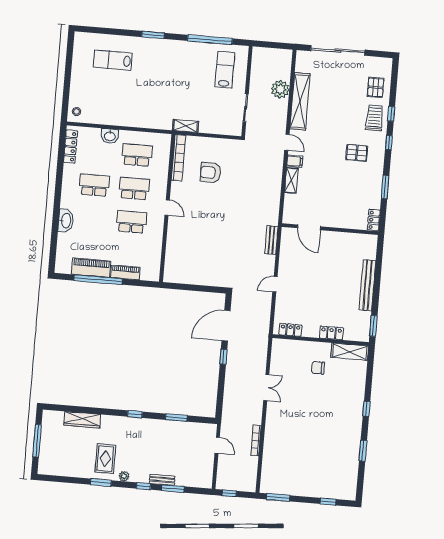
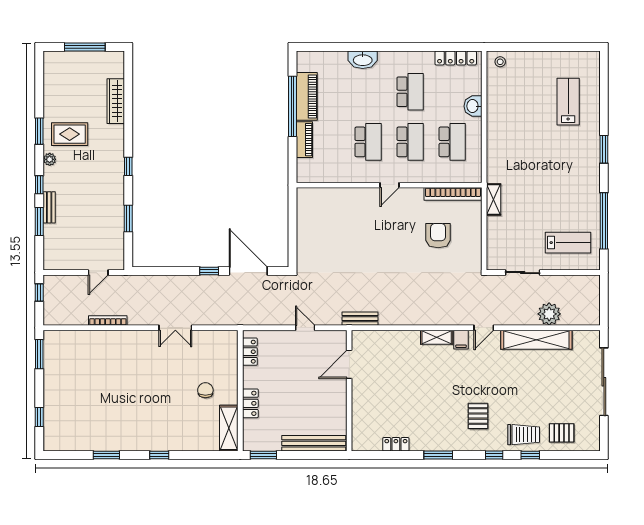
door: (309, 227) -> (349, 364), moved
wall: (330, 229) -> (349, 391), moved

